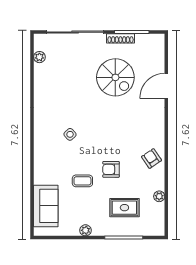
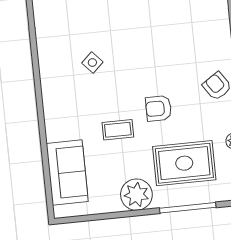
rug: (124, 208) -> (184, 163), width x1.36, depth x1.43
plant: (86, 230) -> (136, 195), width x1.88, depth x1.88

